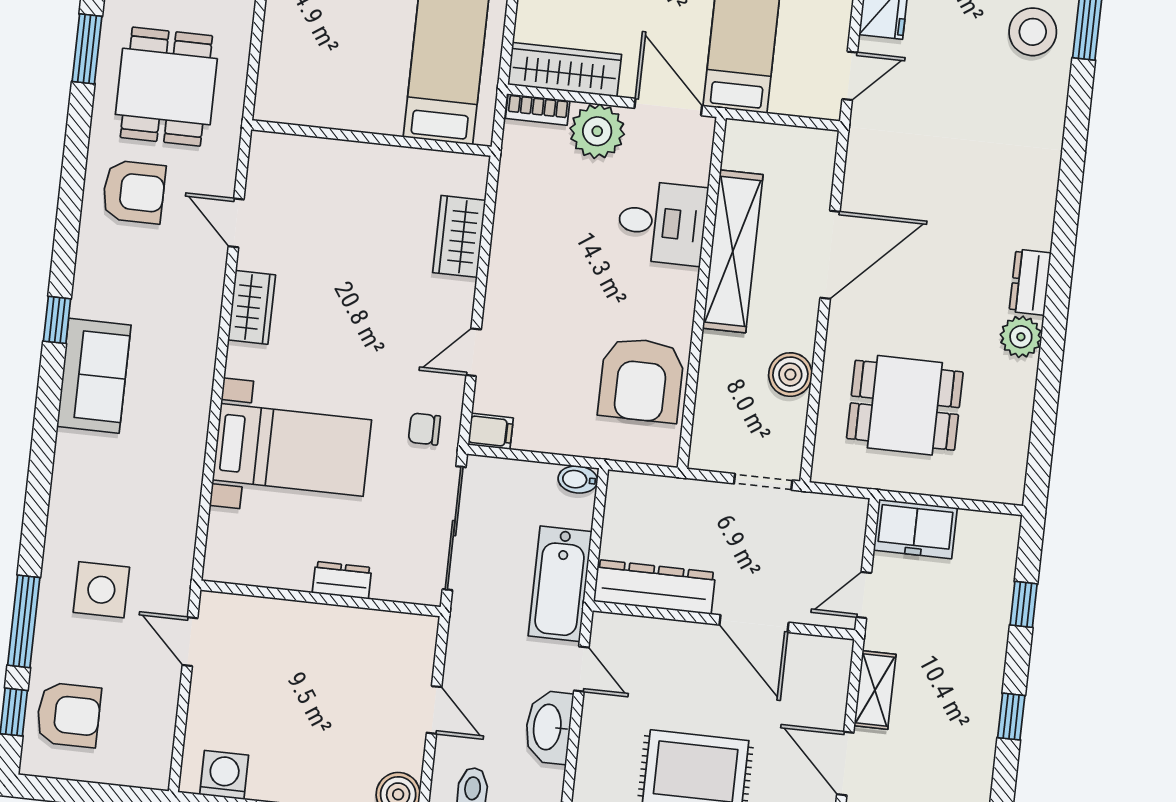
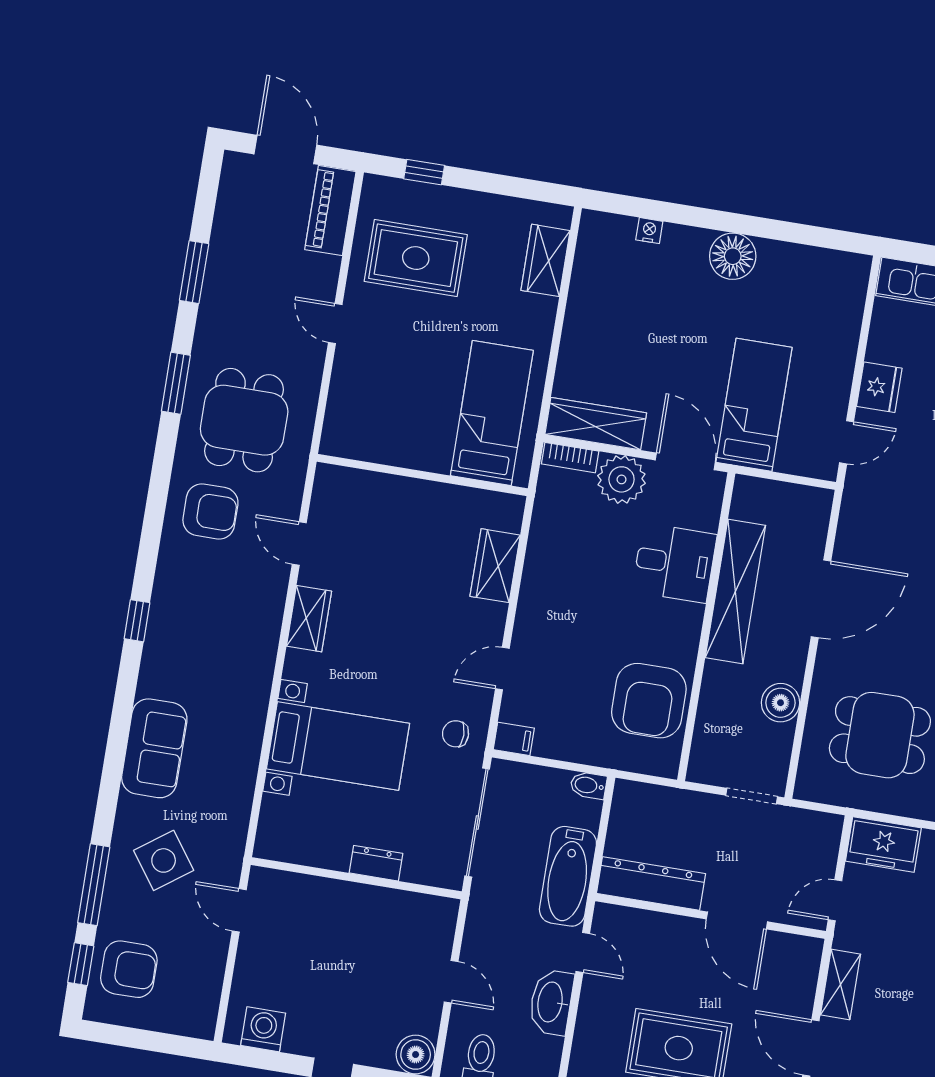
sofa: (94, 376) -> (154, 748), moved
side table: (101, 590) -> (164, 860), turned -36

